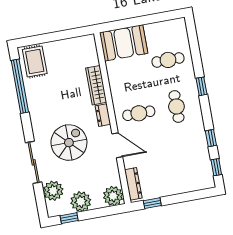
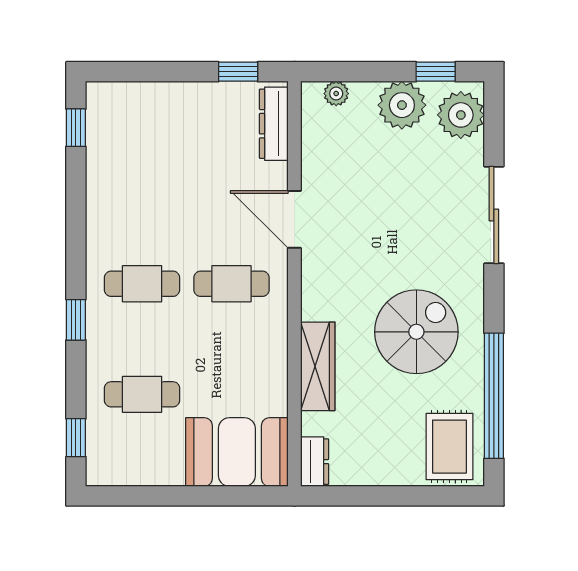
cafe table: (176, 106) -> (142, 284), turned 90
dresser: (103, 115) -> (315, 462), moved
window: (211, 138) -> (76, 438), moved
spiral stairs: (69, 143) -> (416, 332), moved, turned 180
plant: (53, 191) -> (461, 115), moved
plant: (113, 196) -> (336, 94), width x0.53, depth x0.53

